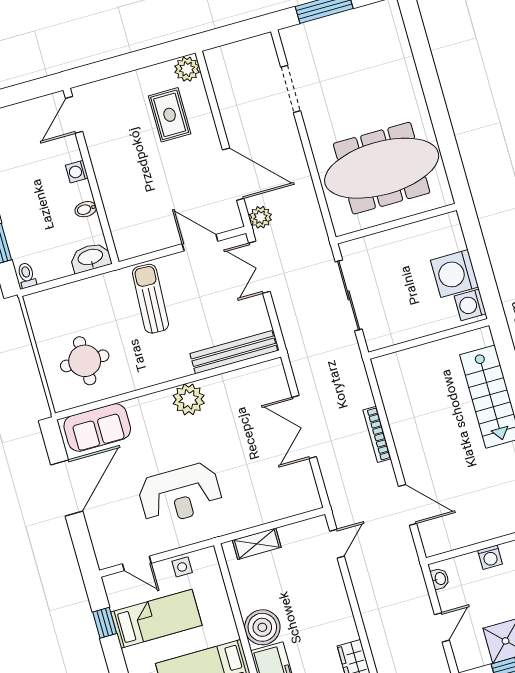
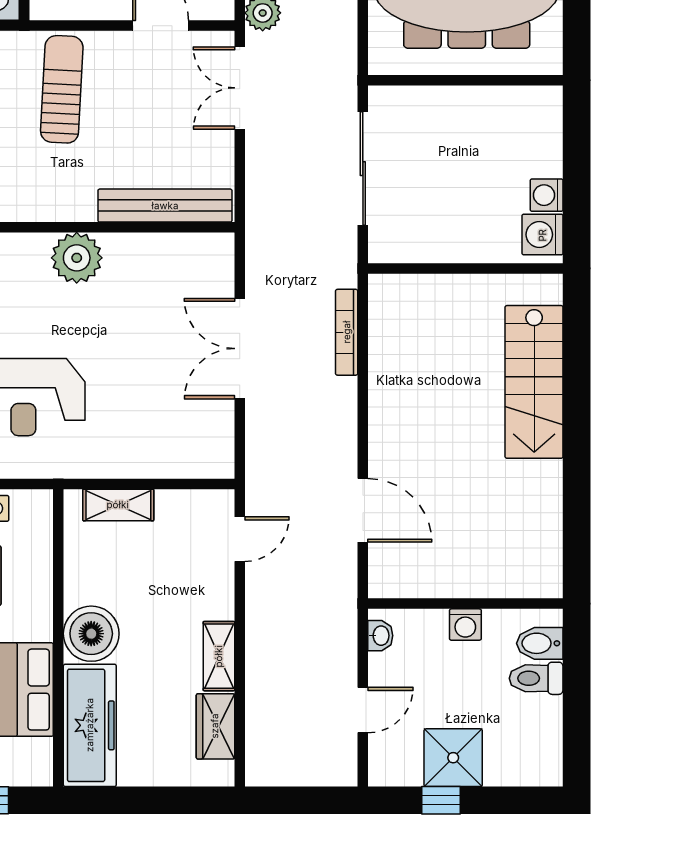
washing machine: (455, 274) -> (547, 195), width x0.53, depth x0.53
bookcase: (377, 434) -> (347, 332), moved
shelving: (344, 619) -> (219, 656), added

